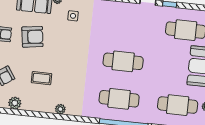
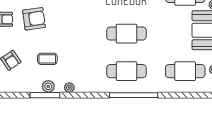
plant: (15, 103) -> (48, 86), moved
window: (35, 114) -> (45, 95), added

